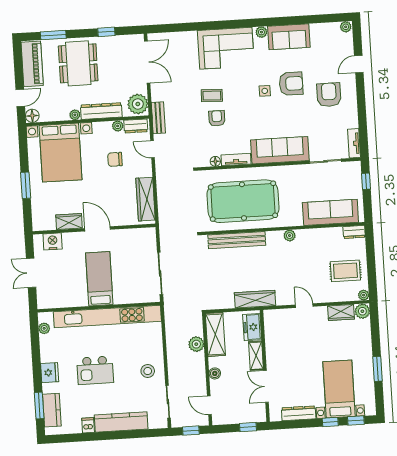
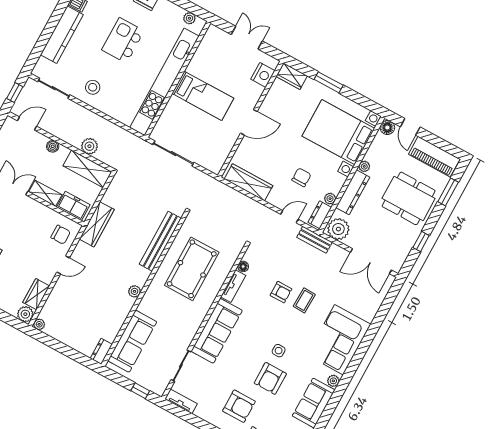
pool table: (243, 201) -> (192, 269), width x0.73, depth x0.76
wardrobe: (69, 222) -> (292, 76), moved, turned 90
rug: (345, 271) -> (71, 322), removed
chair: (281, 323) -> (61, 235), added

